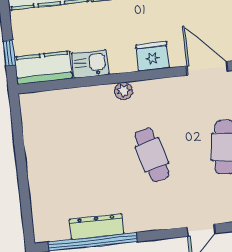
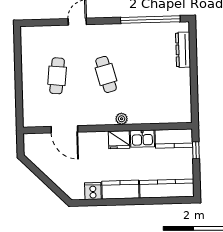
fridge: (152, 56) -> (119, 140), moved
dresser: (97, 227) -> (183, 50), moved, turned 90

